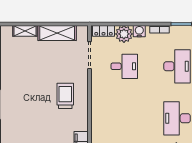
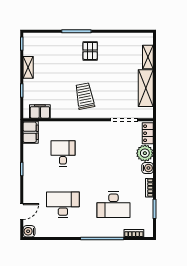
desk: (124, 66) -> (63, 153), moved, turned 180
pallet: (19, 90) -> (90, 51), added
trolley: (65, 96) -> (85, 96), turned -101

